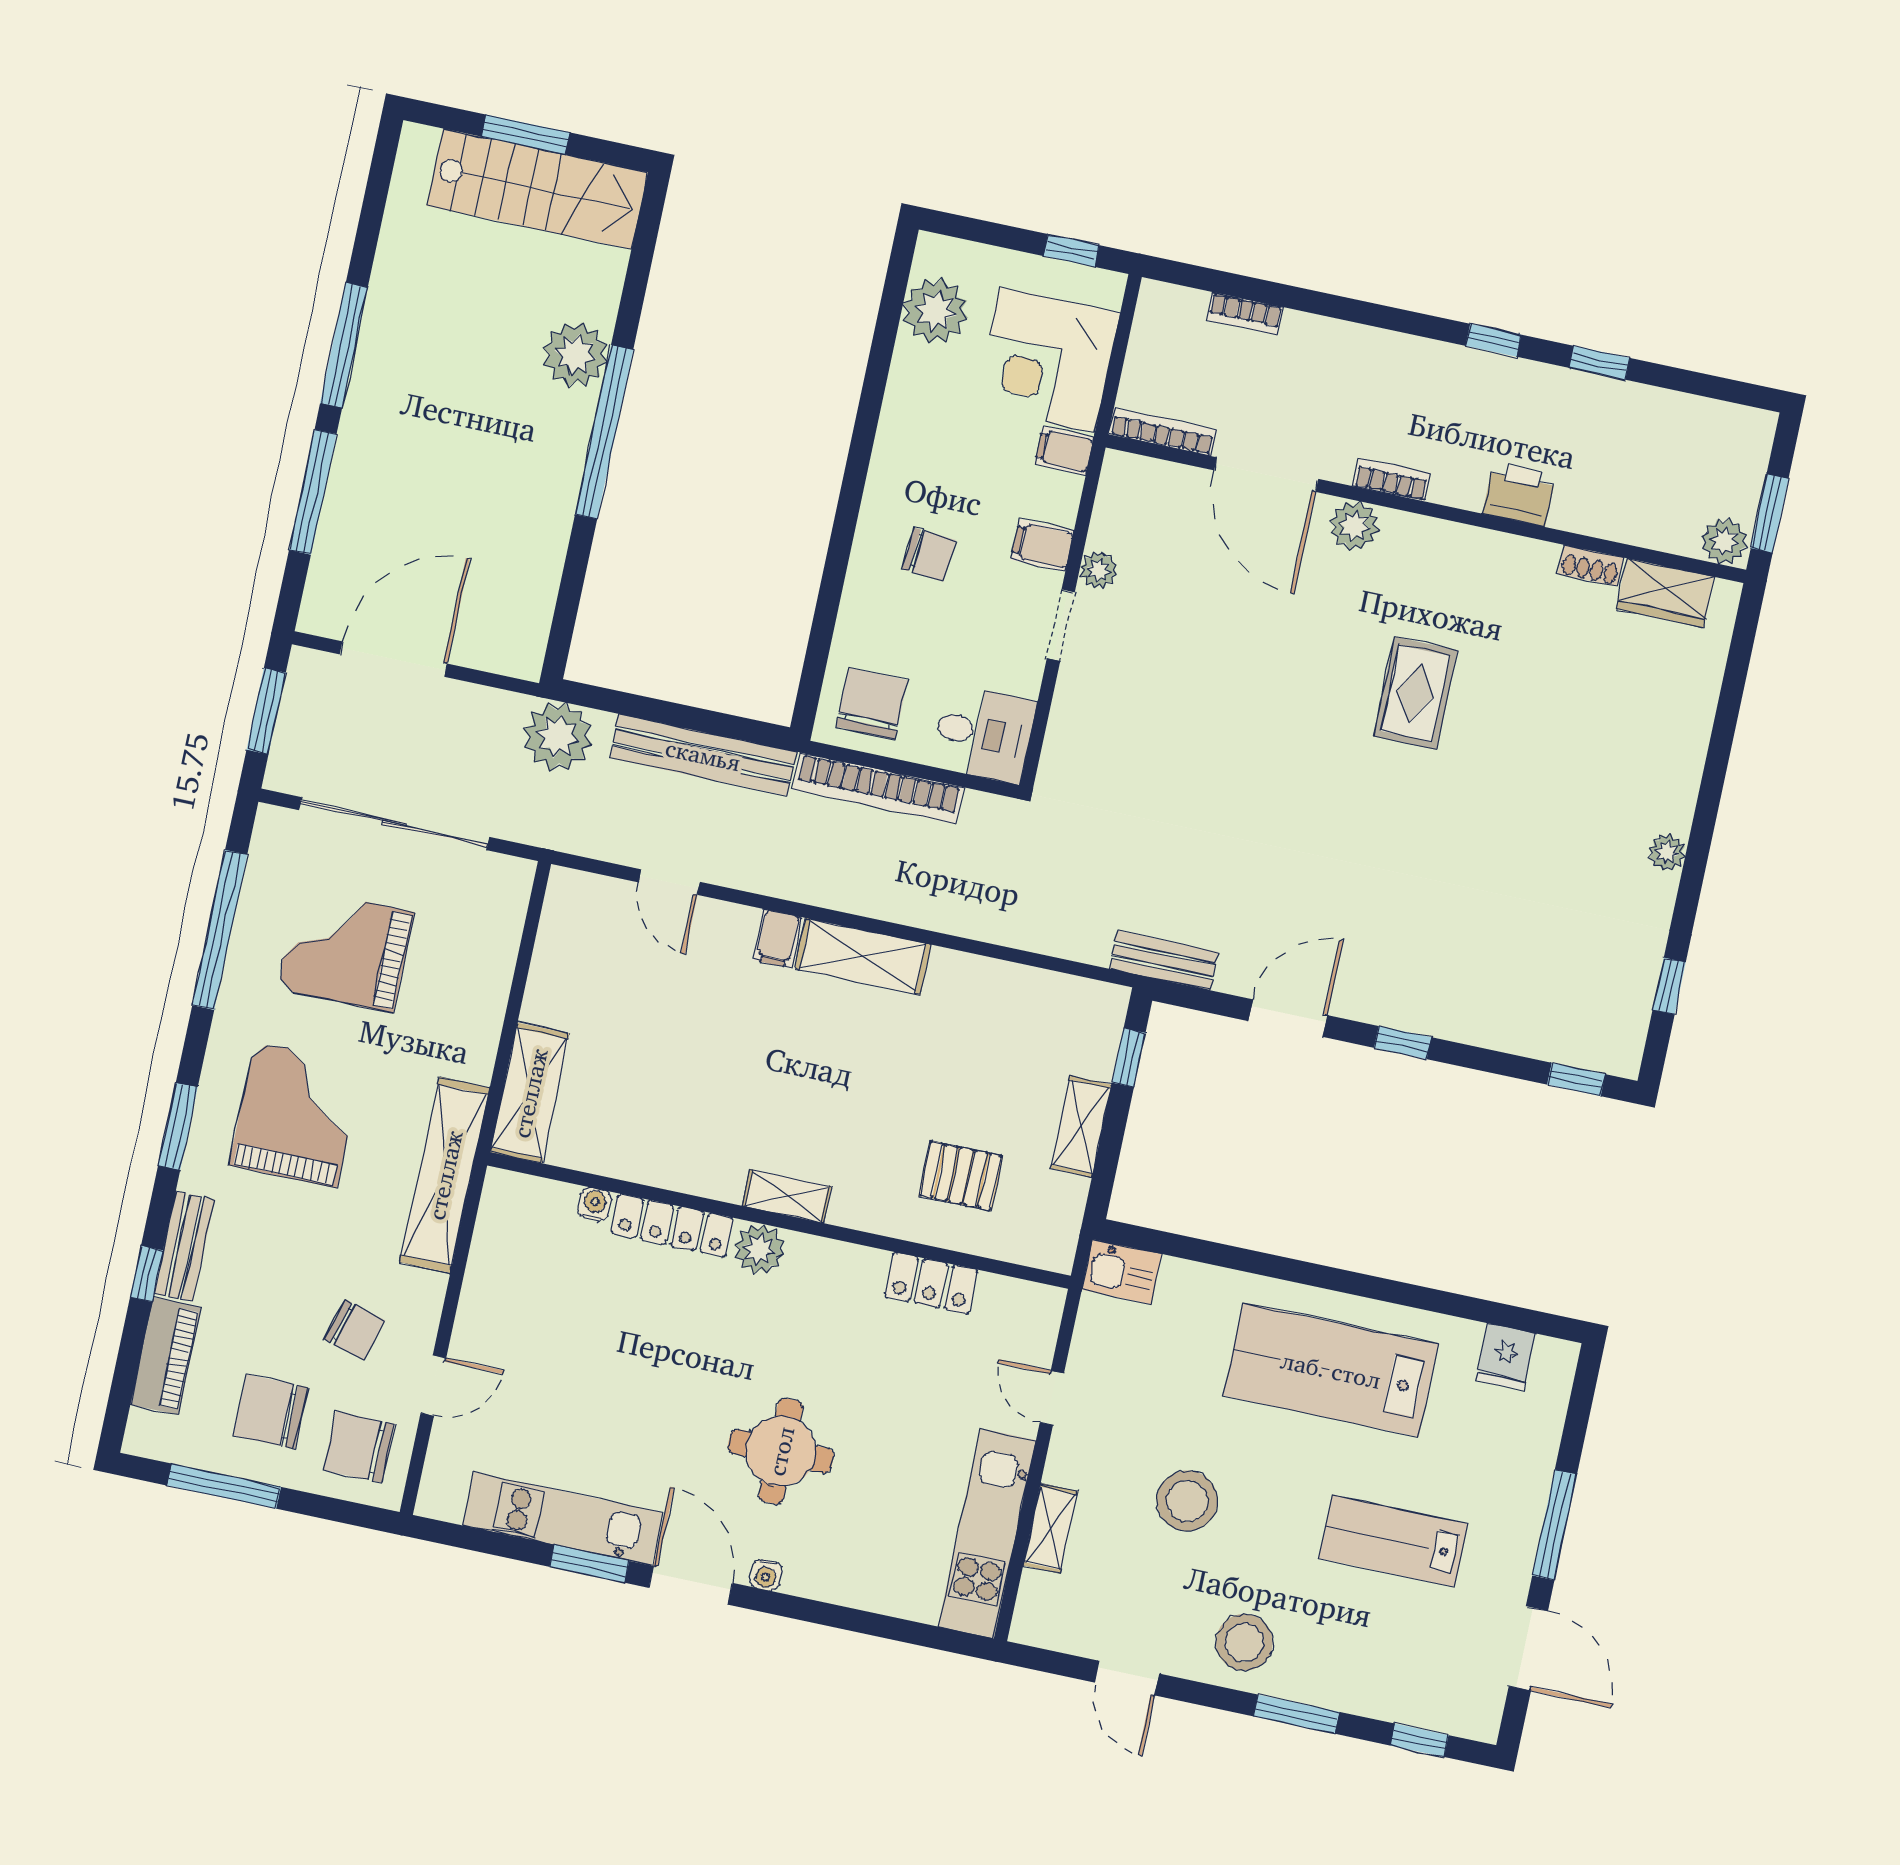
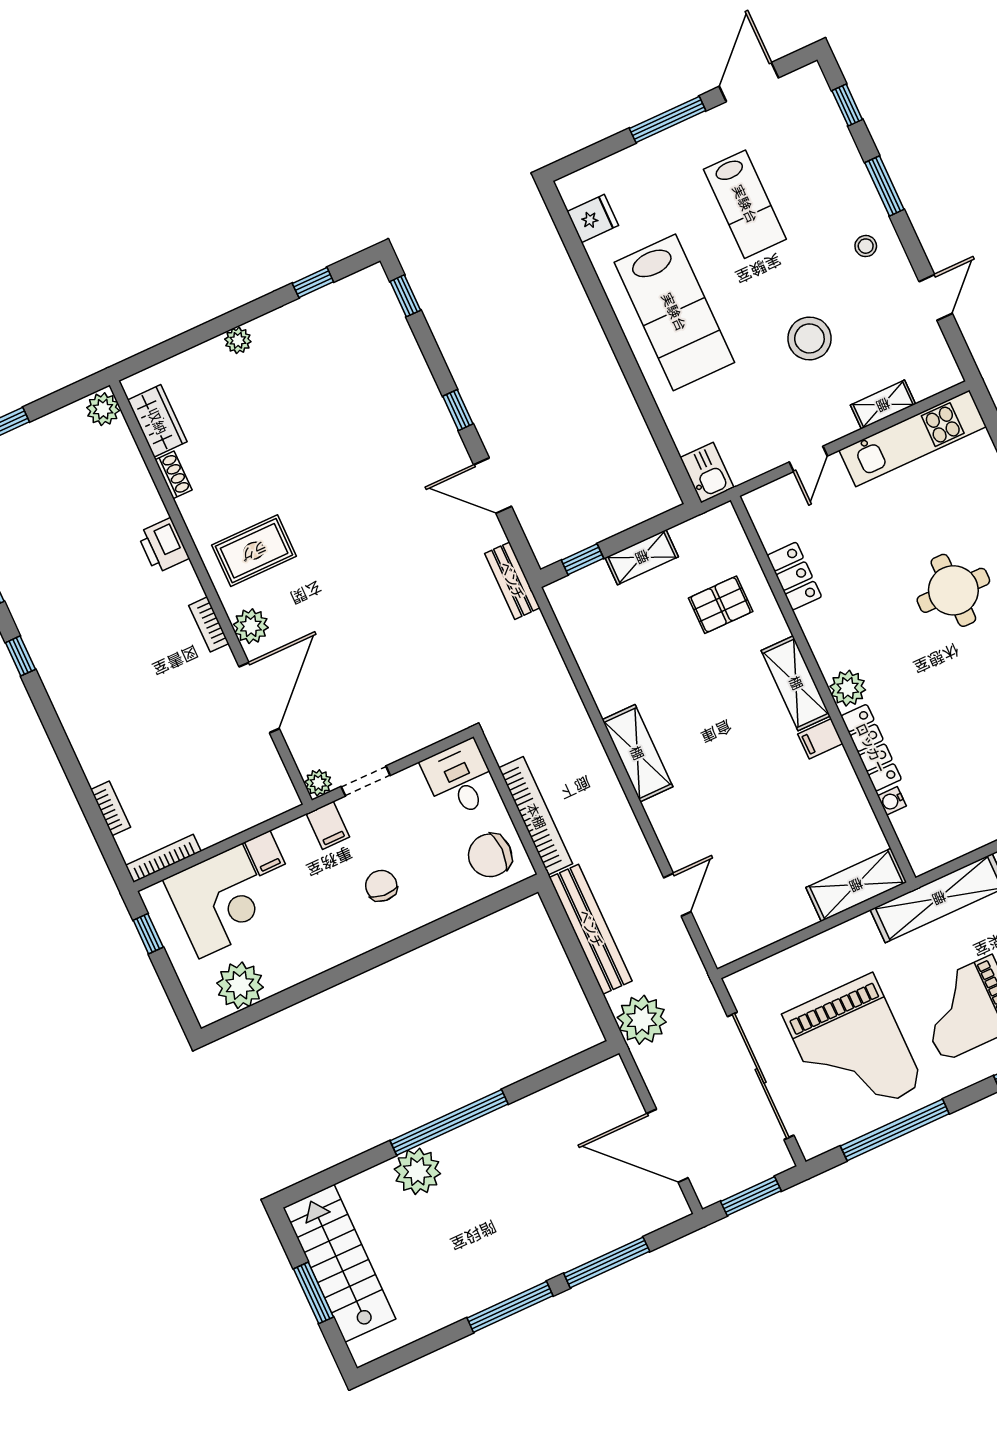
bookcase: (1163, 432) -> (163, 858), moved, turned 90
door: (1266, 475) -> (259, 698), moved
bookcase: (1391, 480) -> (209, 624), moved
printer: (1519, 494) -> (163, 546), moved
wall: (1426, 509) -> (211, 593), moved
plant: (1354, 526) -> (251, 626), moved
plant: (1724, 541) -> (103, 409), moved
shoe rack: (1591, 566) -> (173, 475), moved
wardrobe: (1665, 593) -> (157, 421), moved
filing cabinet: (777, 939) -> (820, 739), moved, turned 180
grand piano: (345, 950) -> (853, 1050), width x1.37, depth x1.48
pallet: (961, 1176) -> (721, 605), turned 90
shelving: (787, 1196) -> (796, 683), width x1.50, depth x1.33
stool: (1244, 1642) -> (866, 246), width x0.53, depth x0.53

